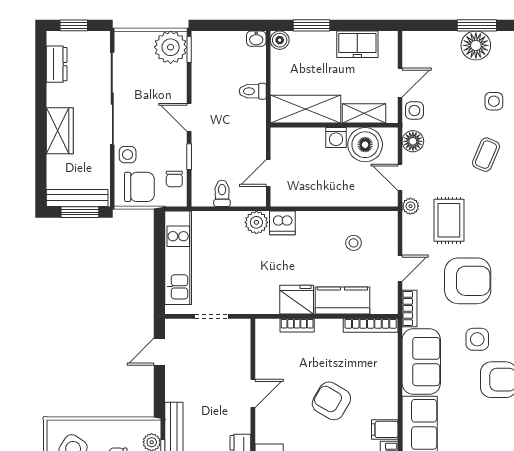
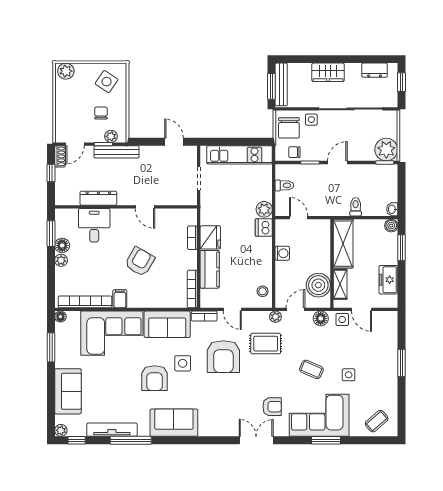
floor lamp: (476, 45) -> (387, 362), removed
washing machine: (336, 138) -> (282, 253), moved, turned 180
stool: (354, 243) -> (263, 291), moved

